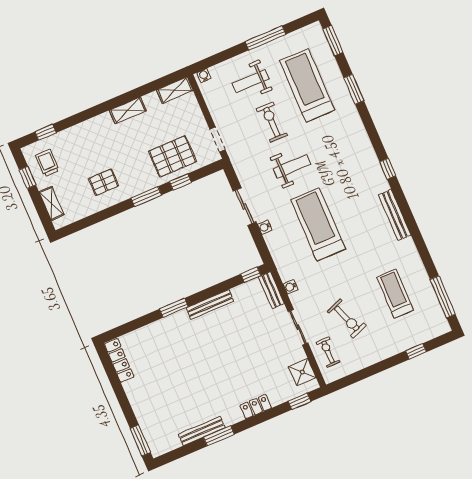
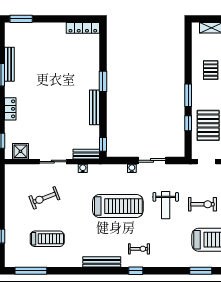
exercise bike: (328, 352) -> (139, 249), moved

